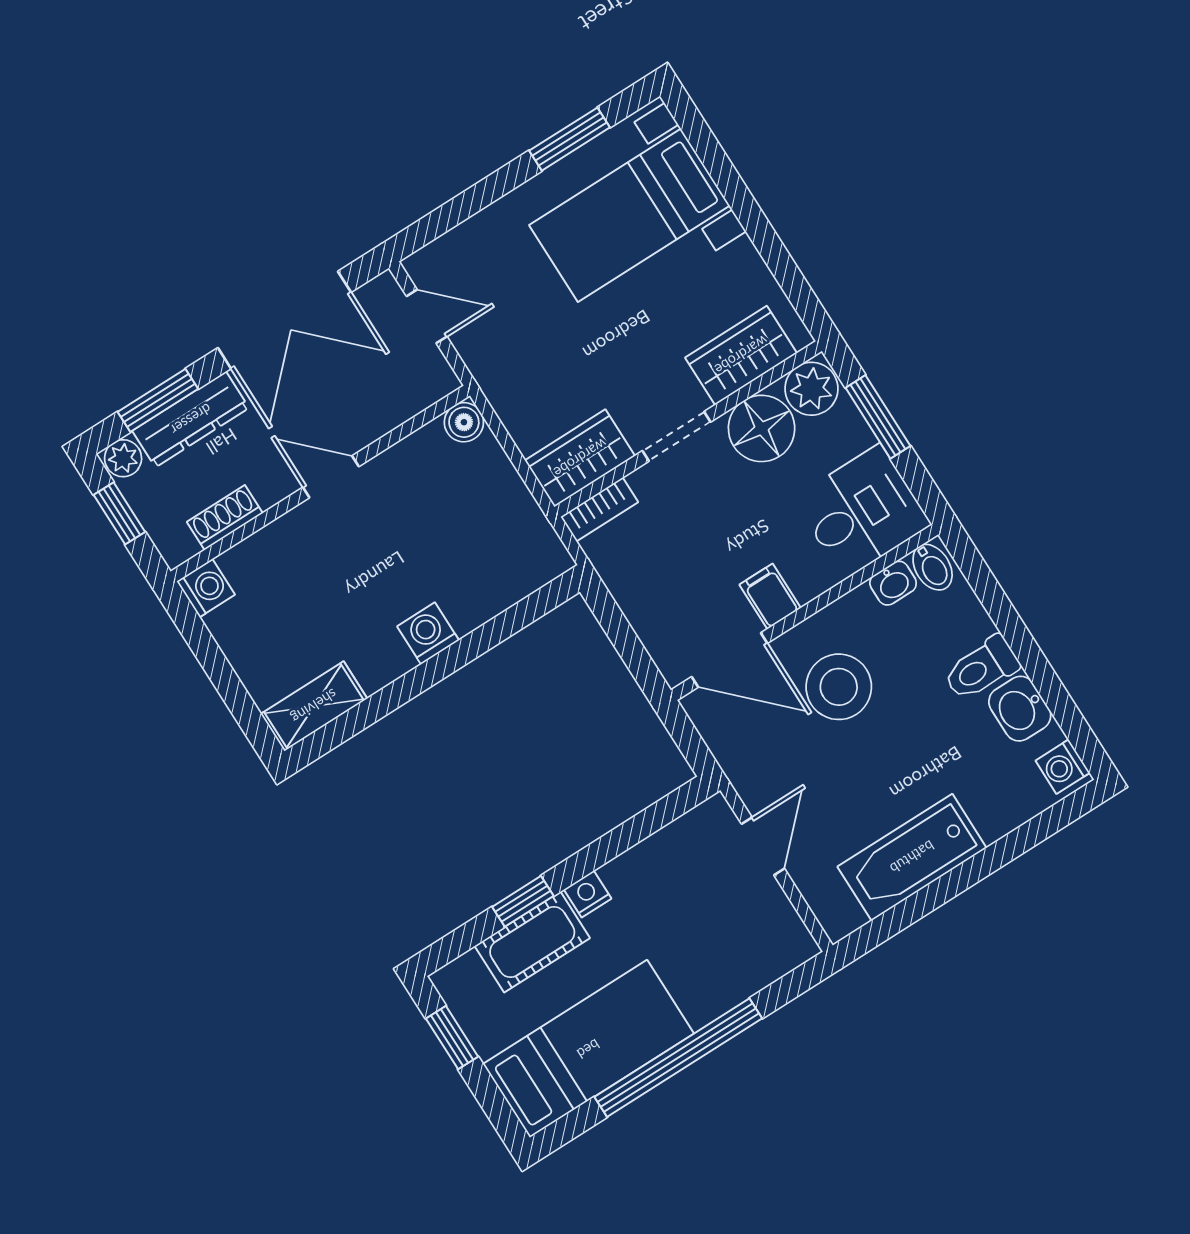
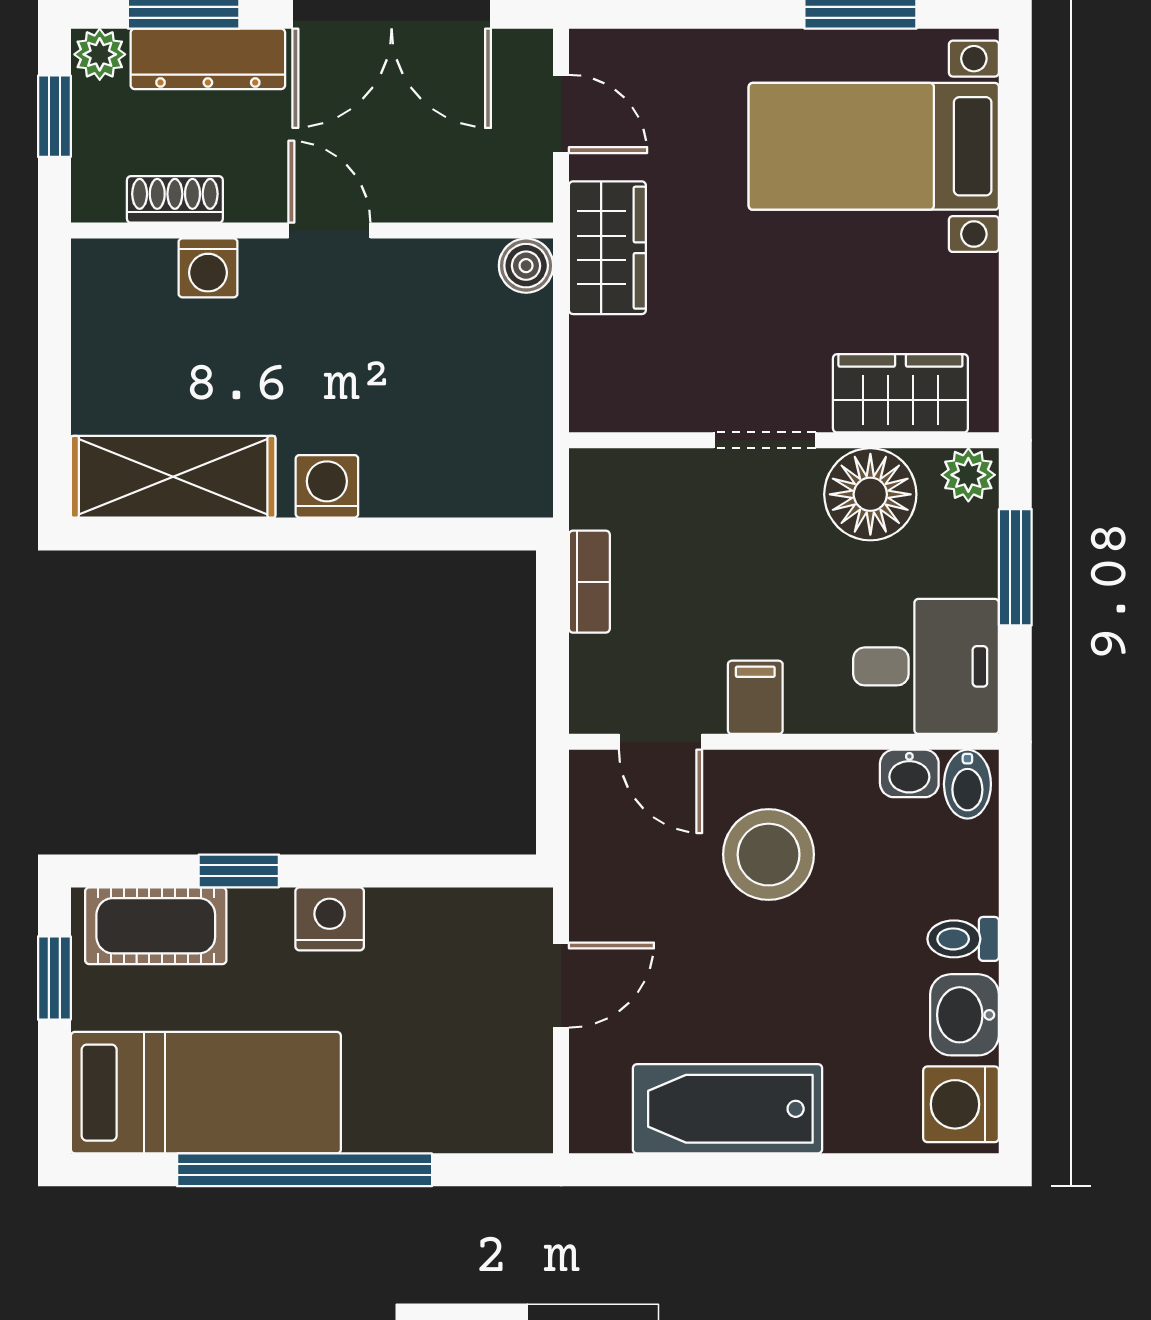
plant: (811, 389) -> (968, 475), width x0.73, depth x0.73
wardrobe: (580, 458) -> (607, 248), moved, turned 90
bookcase: (599, 509) -> (589, 582), moved, turned -90
washing machine: (206, 588) -> (208, 268), moved, turned 90
door: (730, 660) -> (661, 742), width x0.73
toilet: (981, 668) -> (963, 939), width x0.73, depth x0.72
shelving: (314, 706) -> (173, 477), width x1.50, depth x1.33
washing machine: (1063, 767) -> (961, 1104), width x1.38, depth x1.38
nightstand: (588, 894) -> (330, 919), width x1.39, depth x1.35
cot: (532, 942) -> (156, 926), moved

